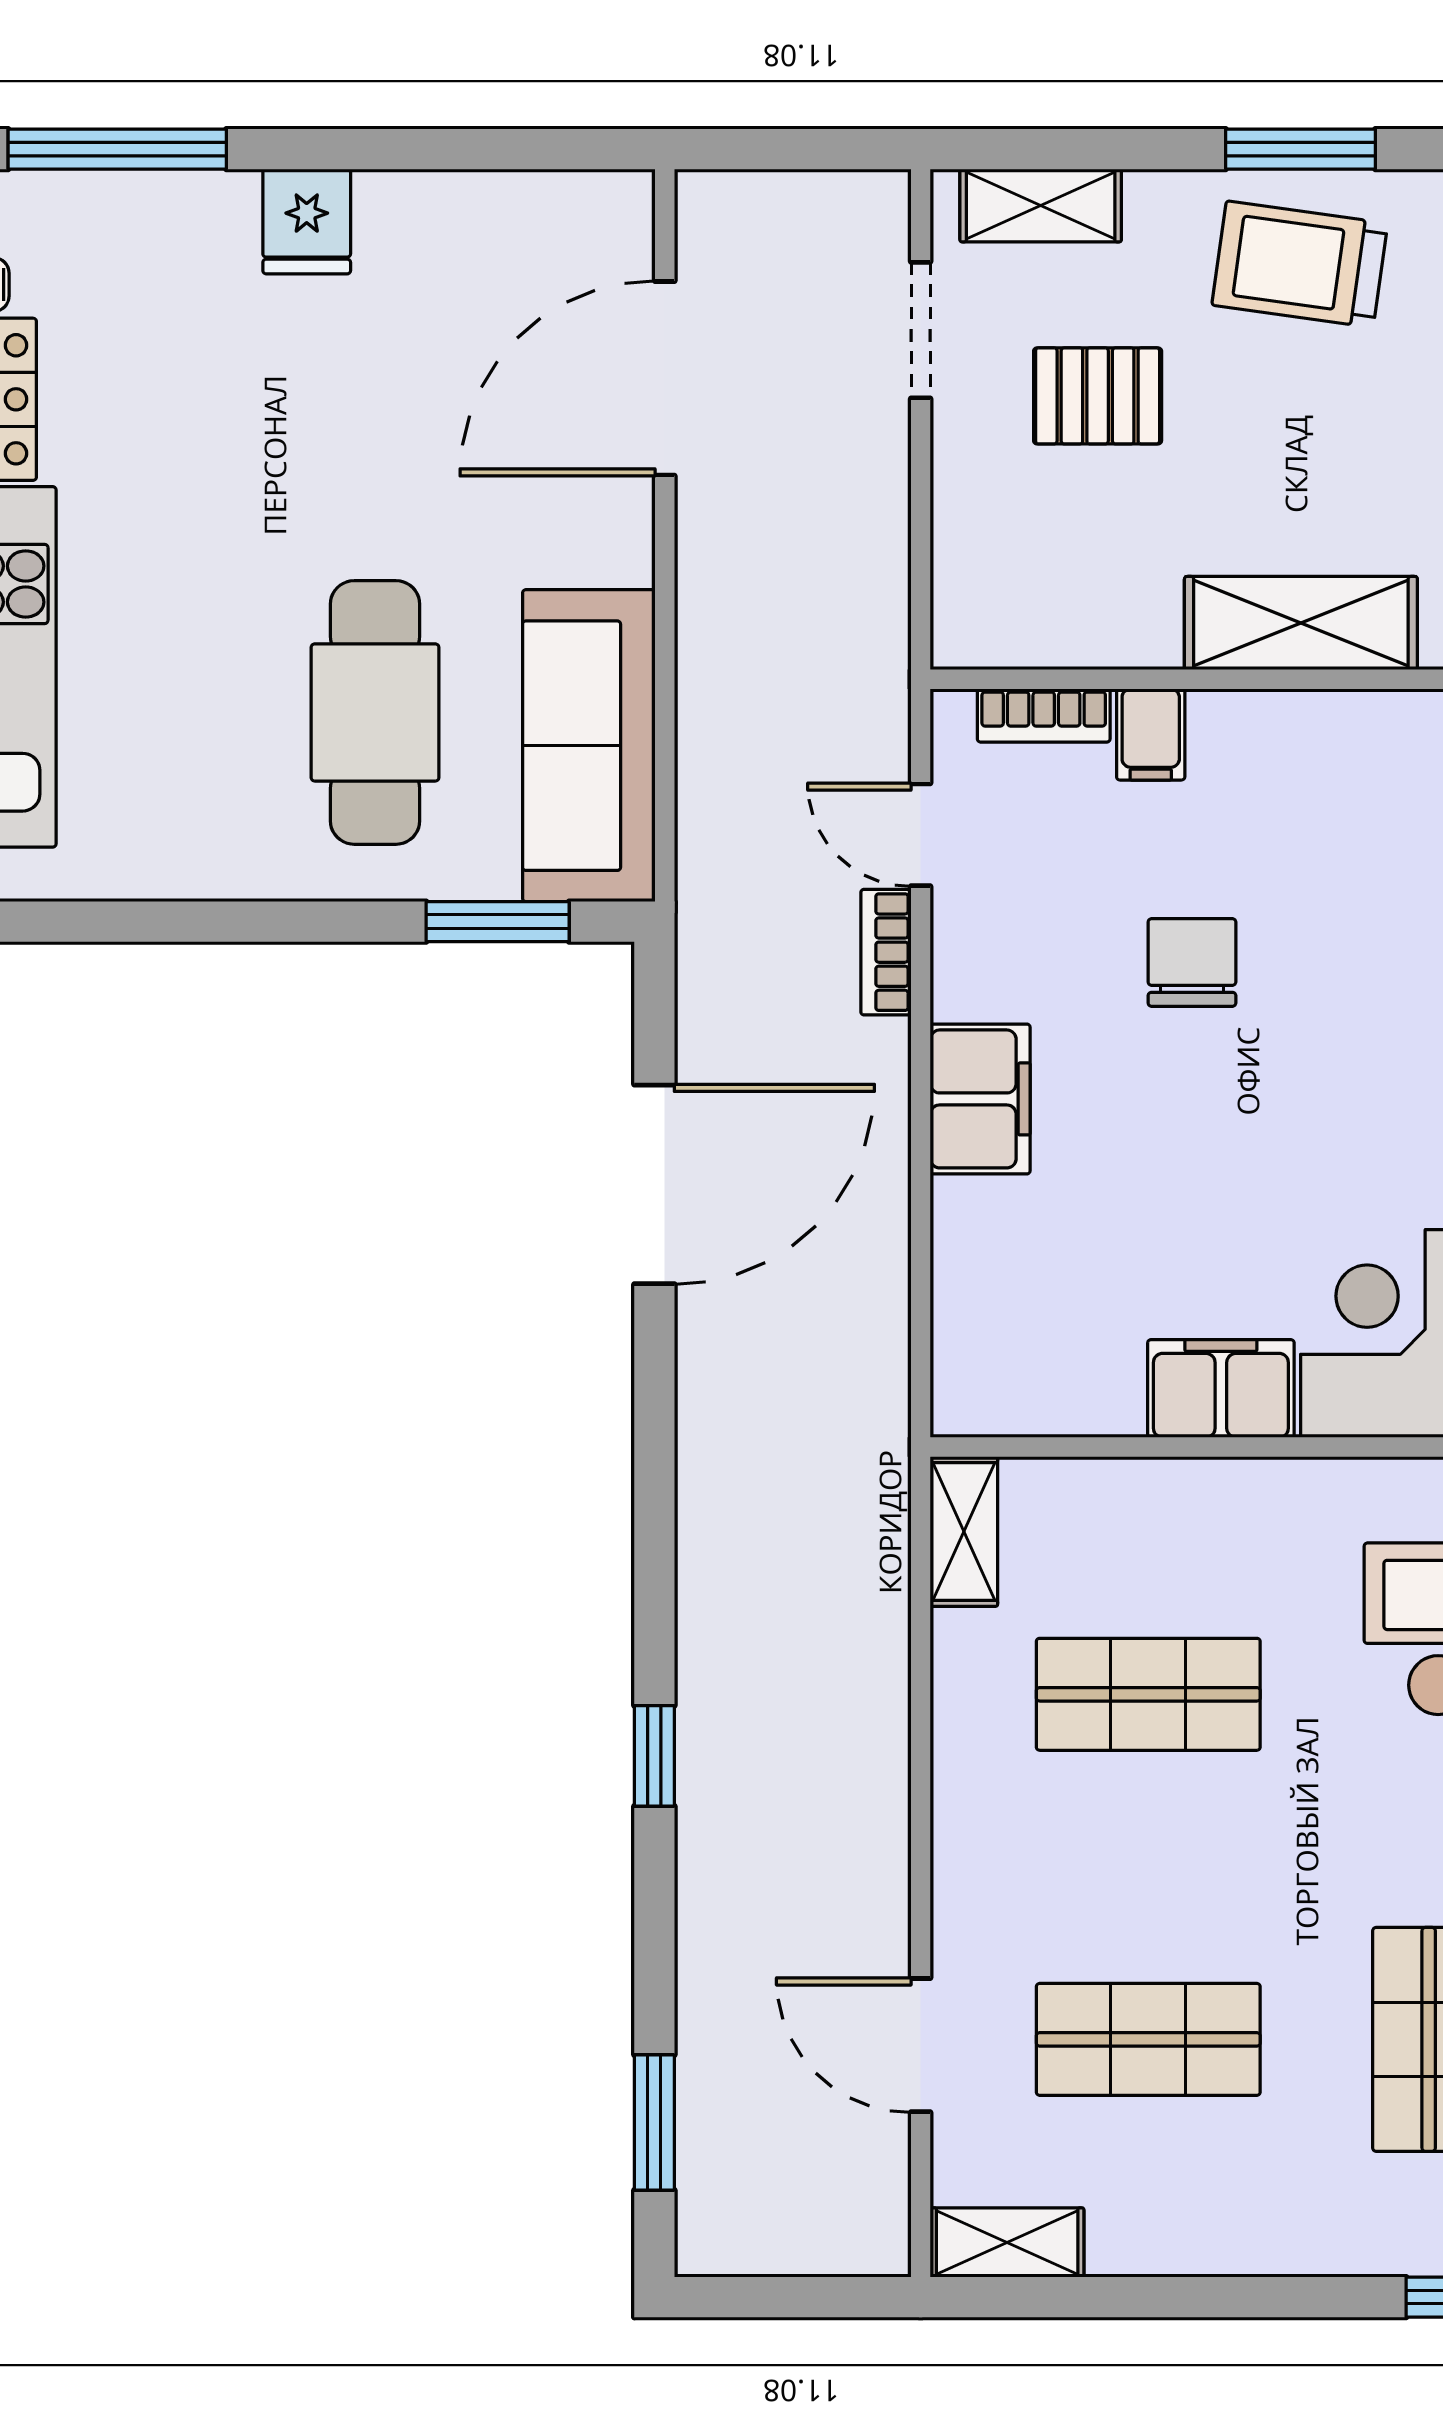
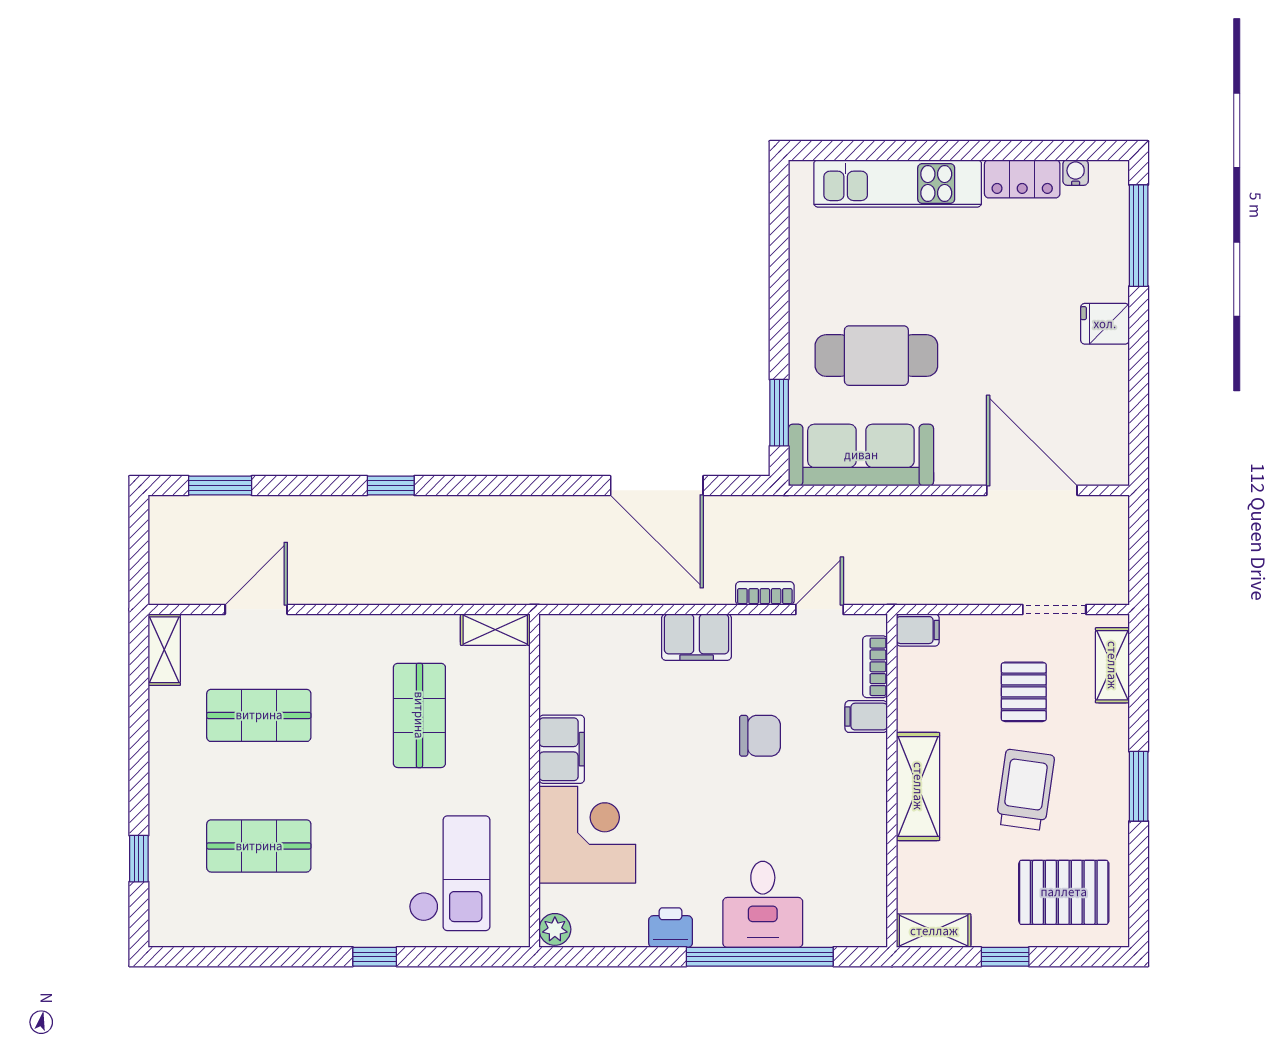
trolley: (1300, 264) -> (1025, 790), moved
filing cabinet: (965, 624) -> (918, 630), added
shop shelf: (1148, 2039) -> (259, 715), turned 90

